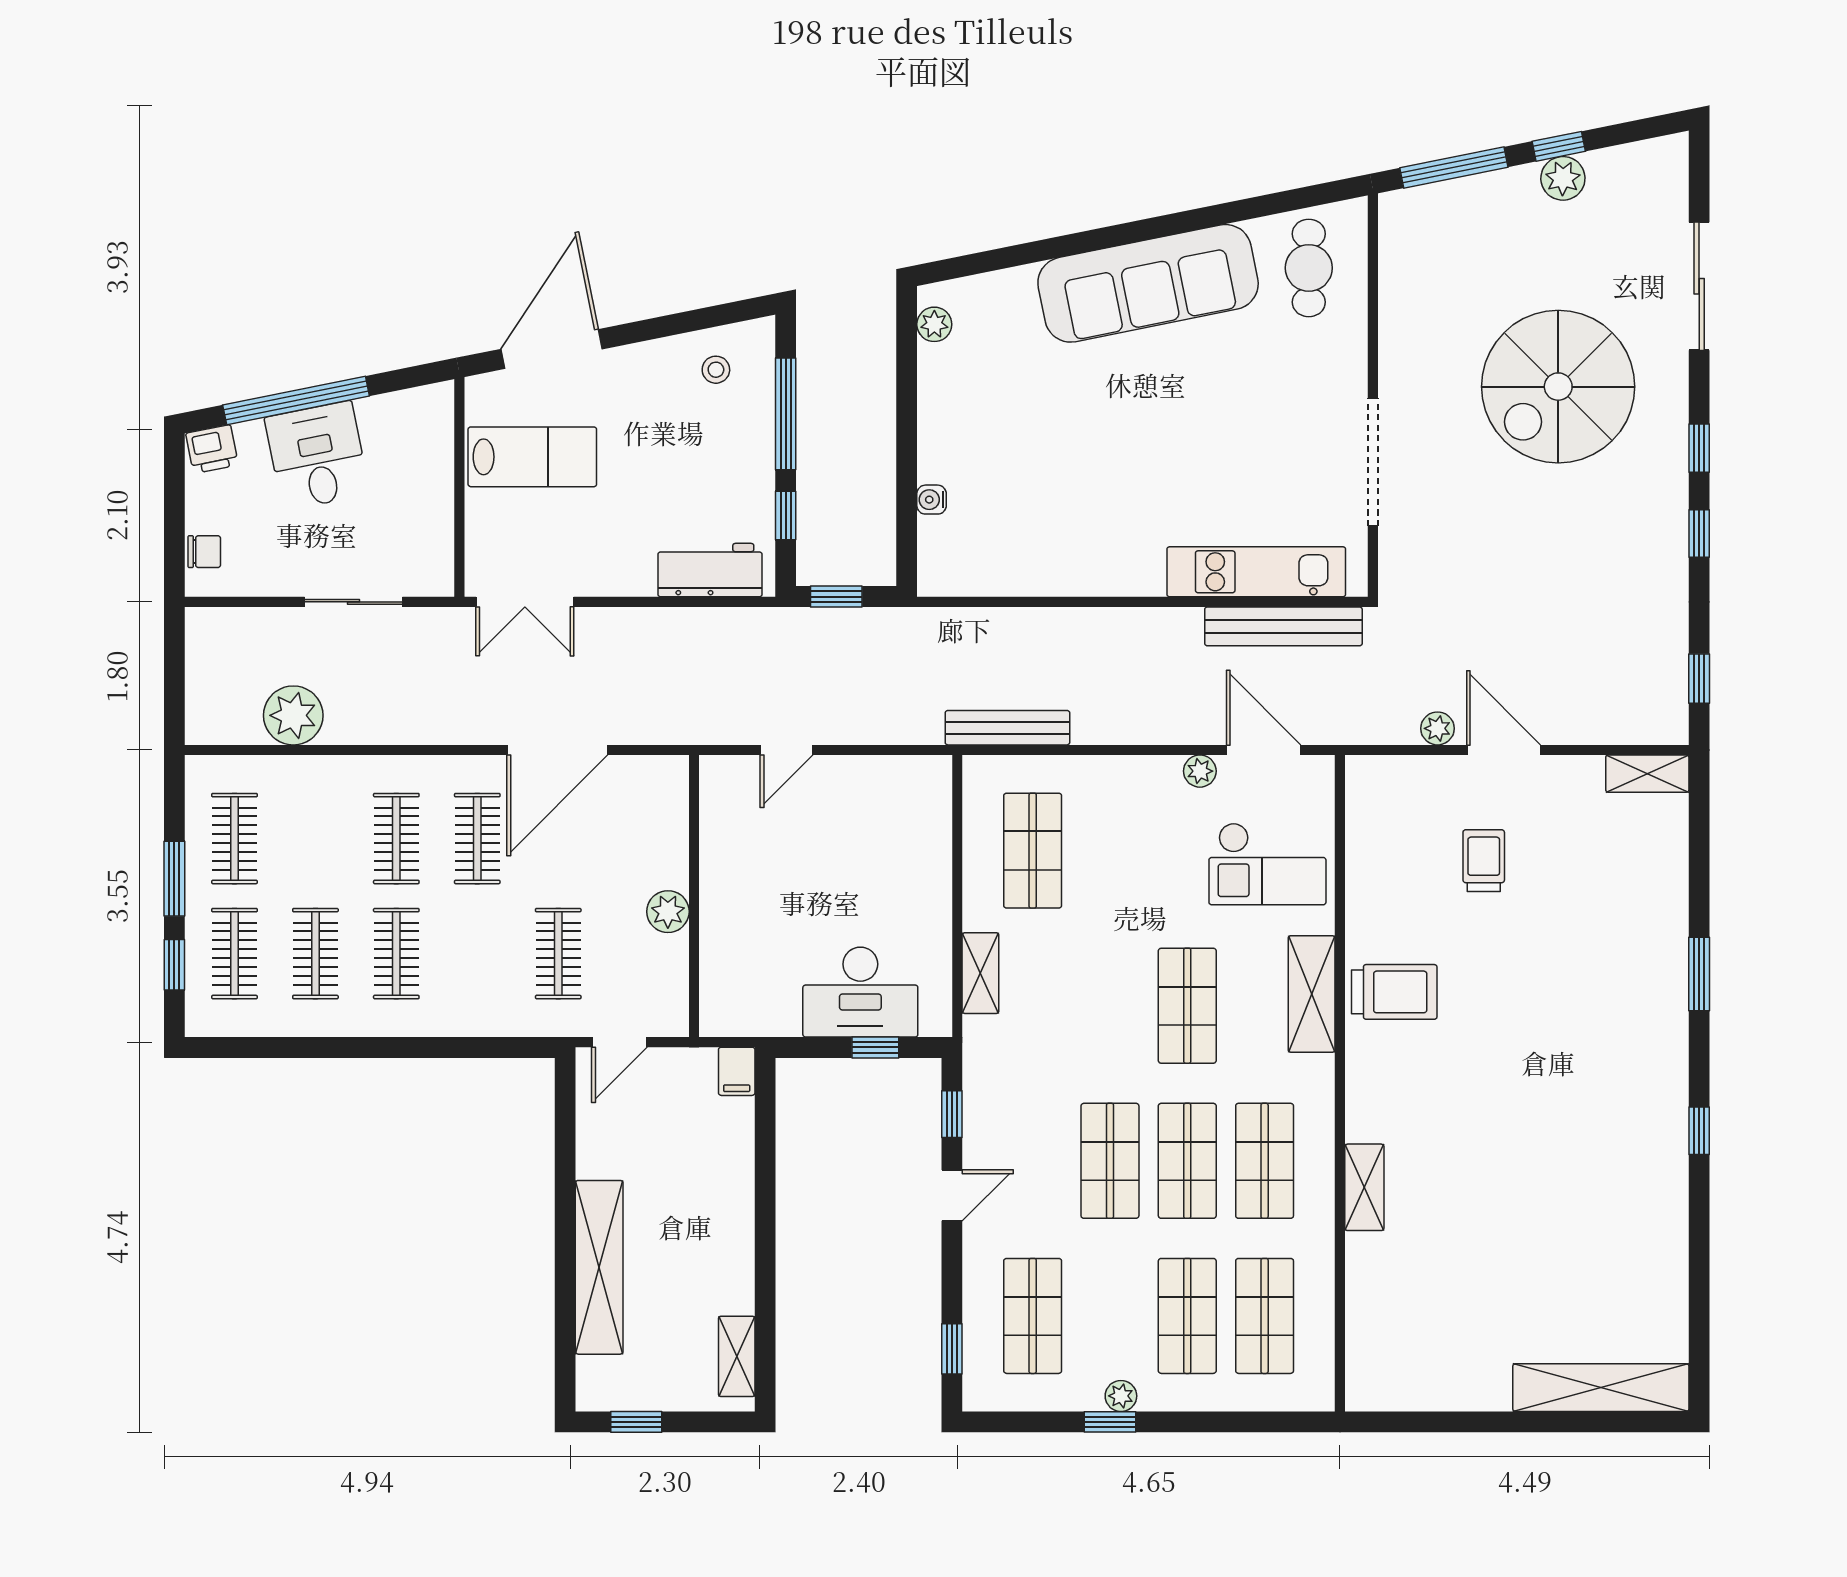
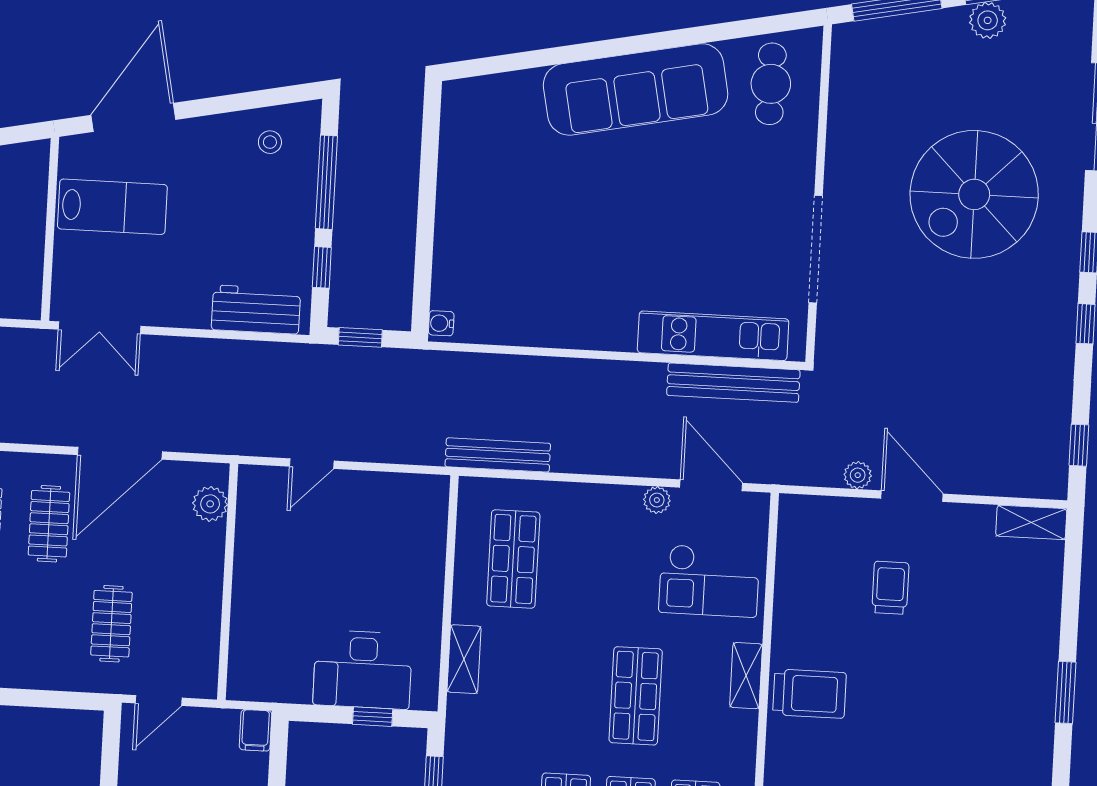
plant: (934, 324) -> (455, 114), removed
water cooler: (932, 500) -> (441, 323), moved
plant: (668, 912) -> (210, 504), moved
shelving: (1312, 994) -> (746, 676), width x0.67, depth x0.75

